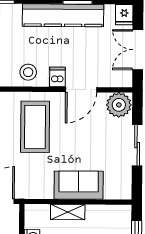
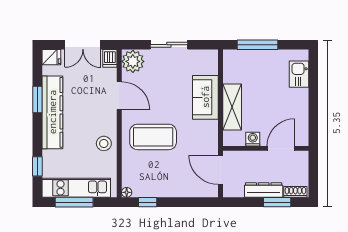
dishwasher: (57, 77) -> (110, 58), moved, turned -90
shelving: (68, 212) -> (232, 107), width x1.50, depth x1.33

